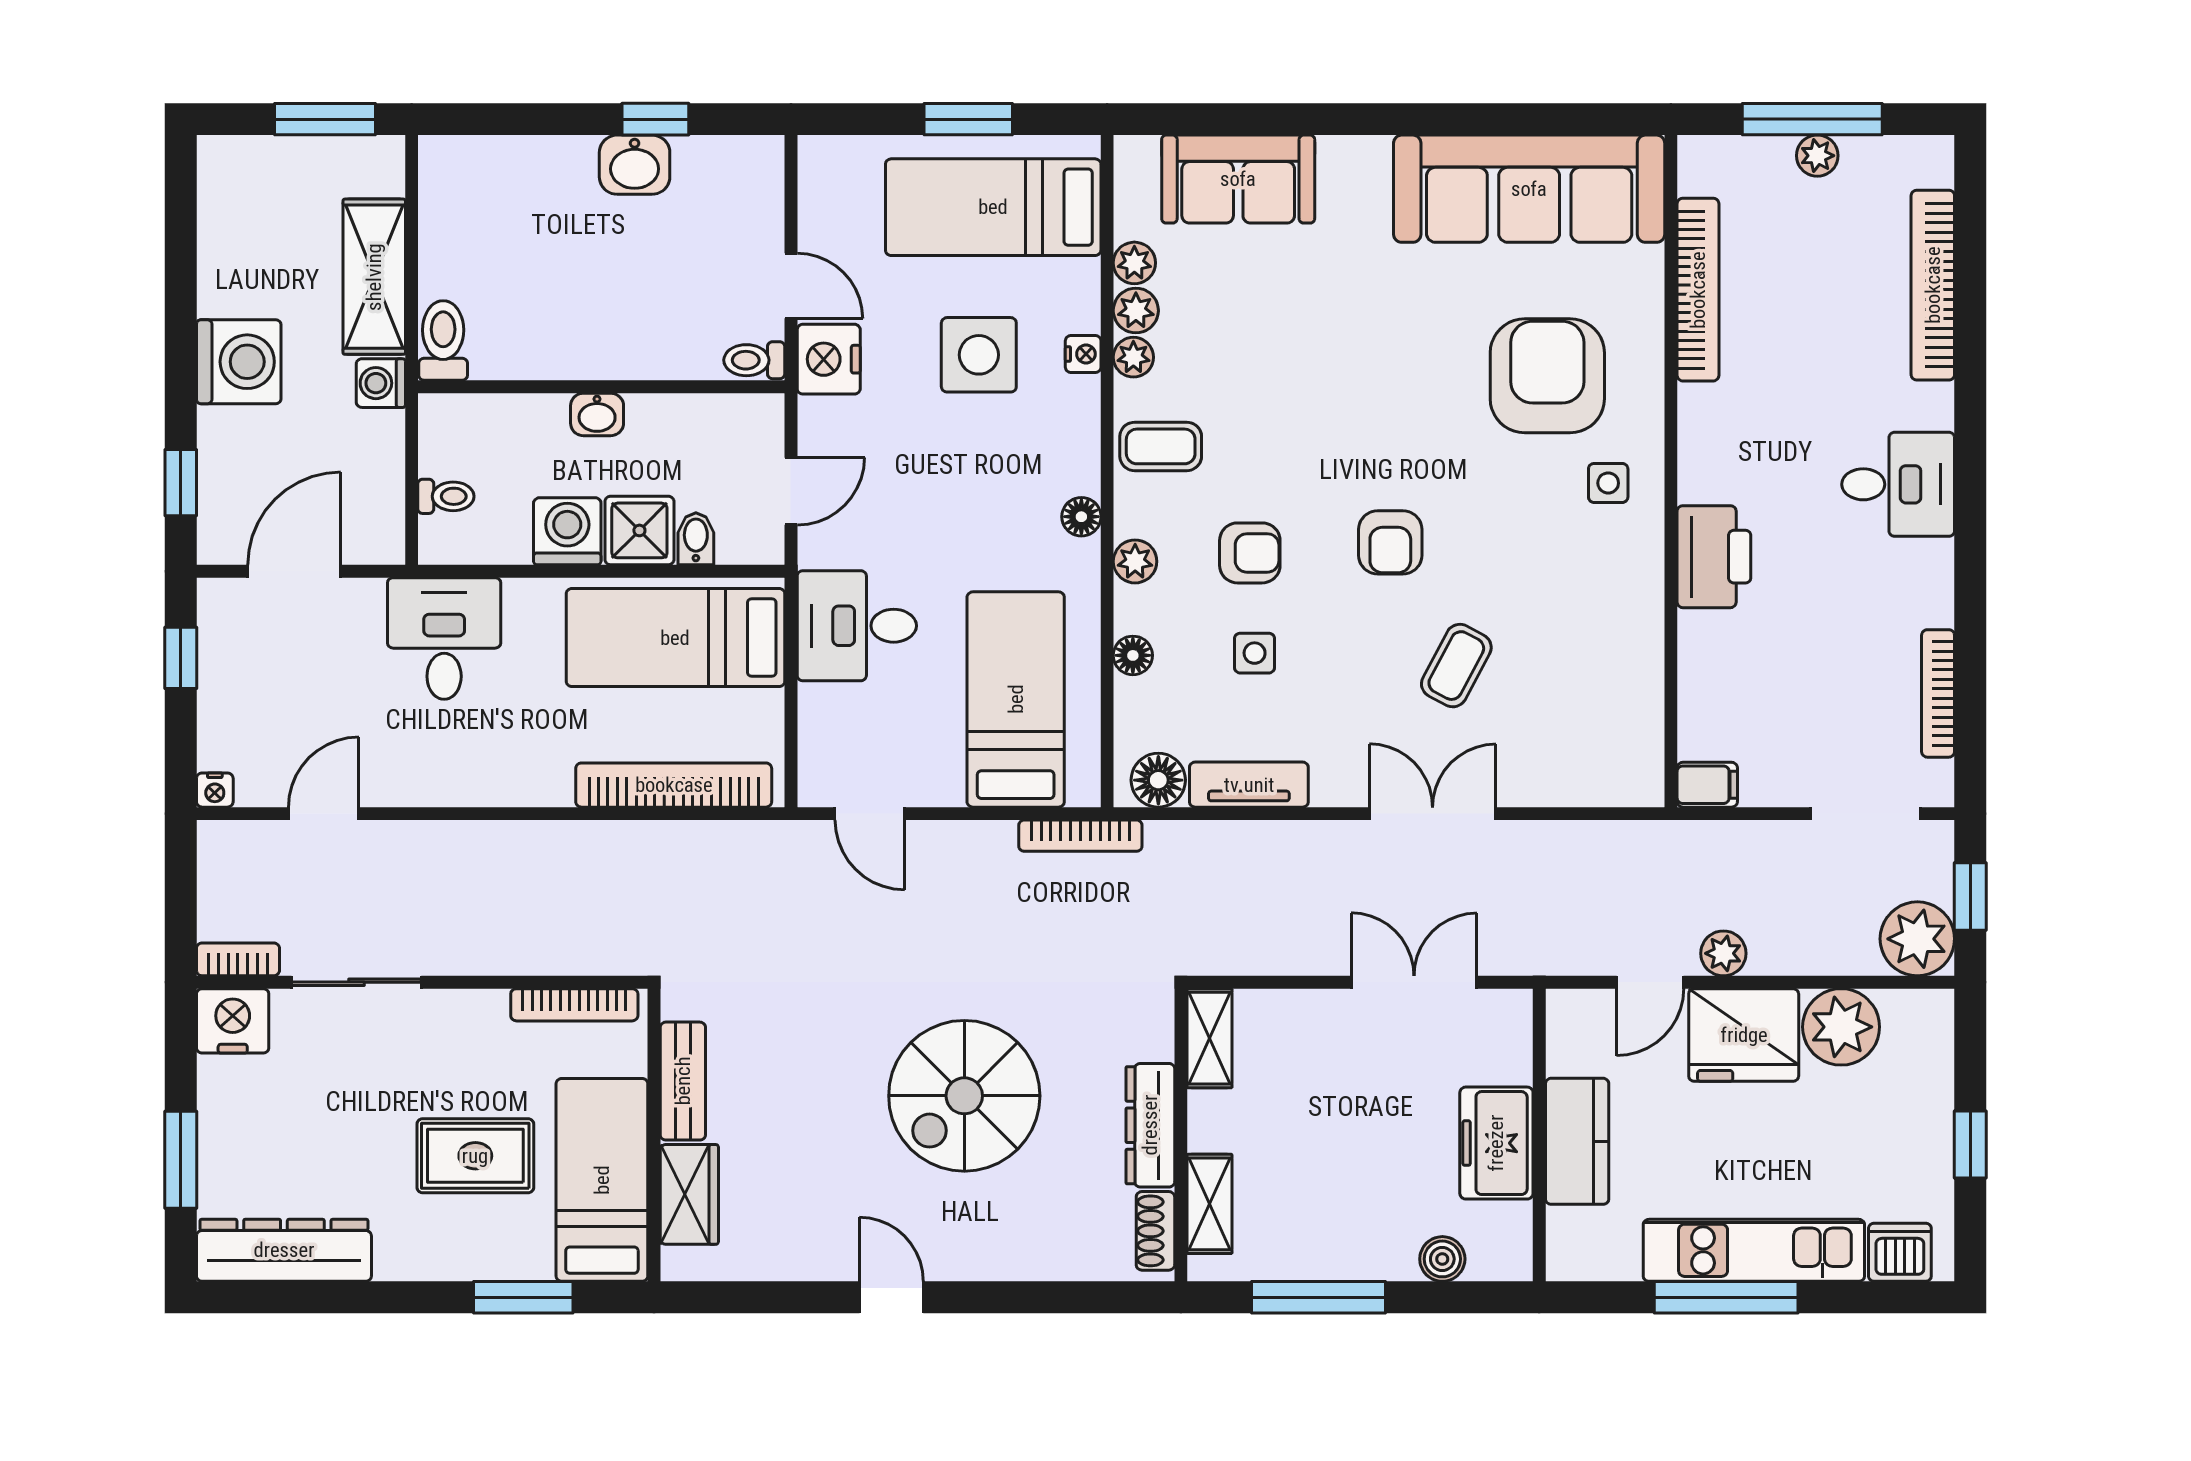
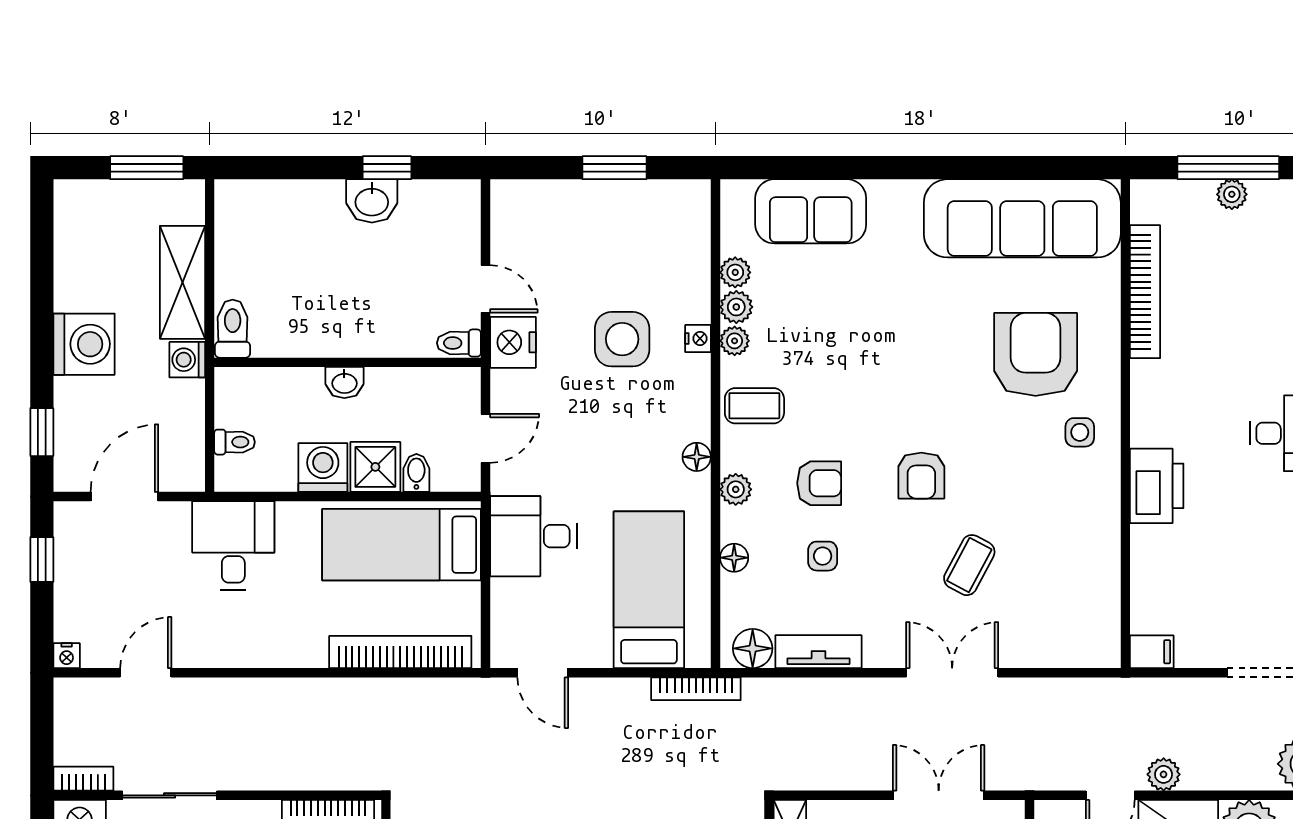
bed: (993, 207) -> (633, 232), removed

